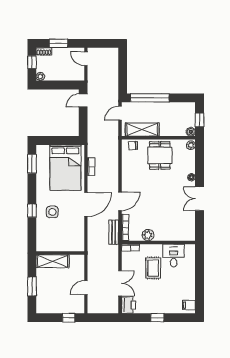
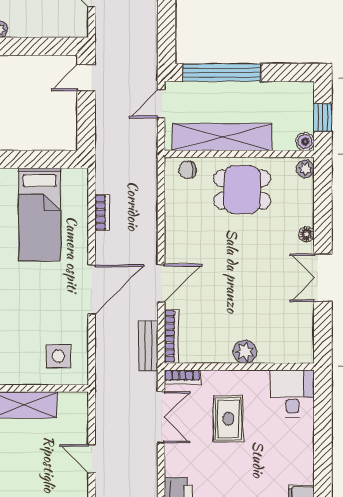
shelving: (142, 130) -> (222, 137), width x1.47
dining table: (160, 155) -> (242, 190), turned 90
bed: (65, 168) -> (40, 214), width x0.67
side table: (52, 212) -> (58, 356), moved
plant: (148, 235) -> (245, 352), moved
desk: (174, 256) -> (292, 393), moved
double door: (120, 283) -> (161, 417), moved
door: (86, 288) -> (92, 459), hinge flipped

